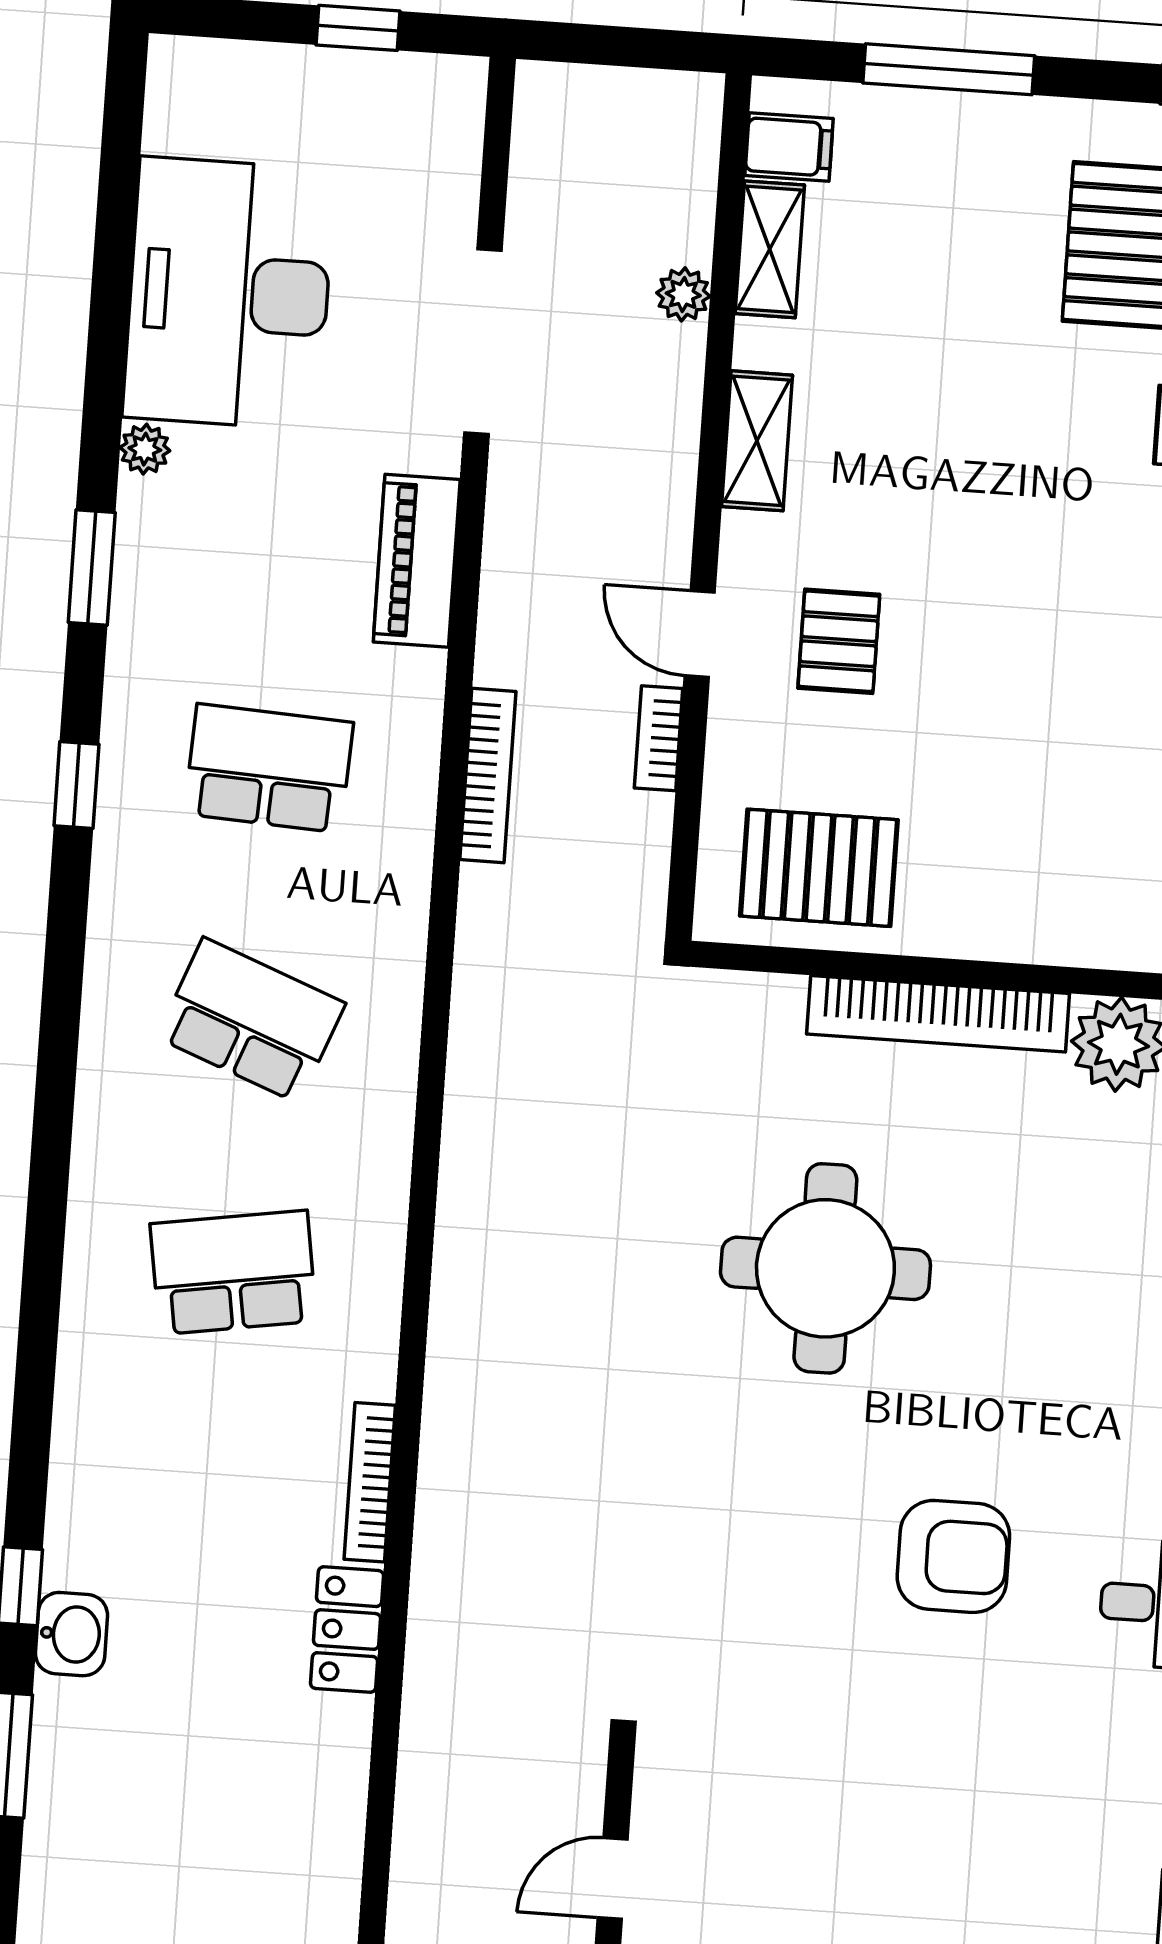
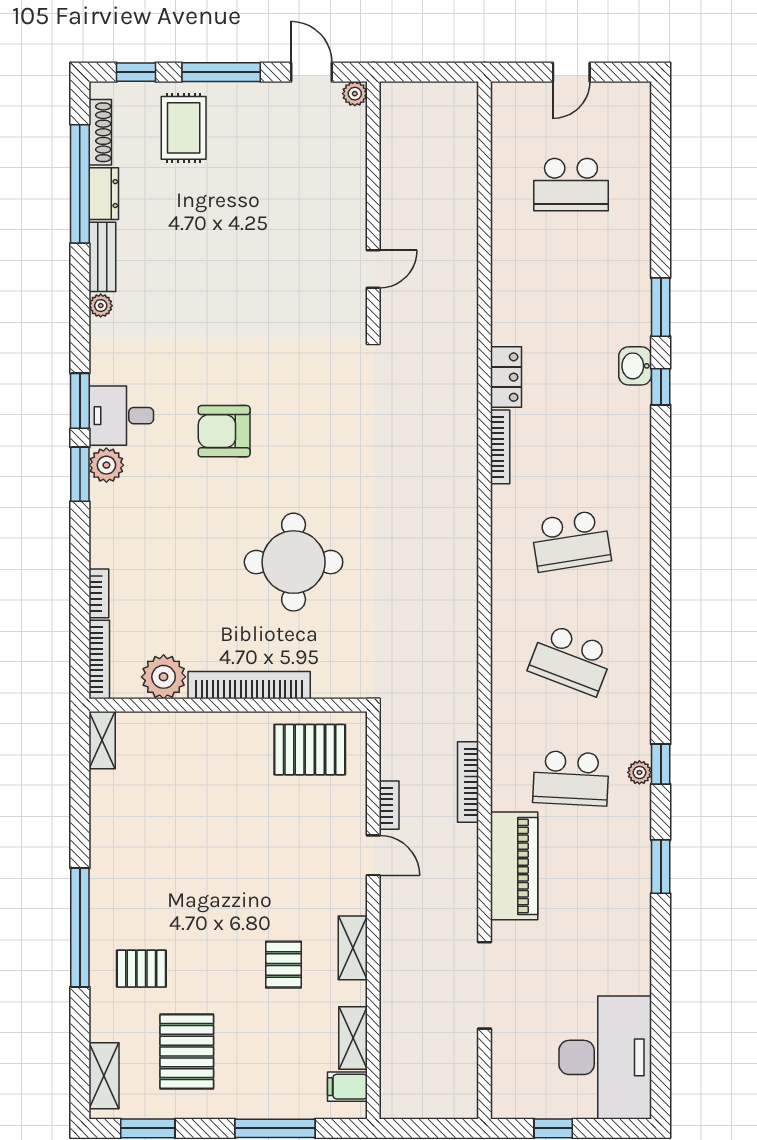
desk: (229, 293) -> (605, 1057), moved
plant: (683, 294) -> (392, 1014), removed
plant: (145, 449) -> (639, 772), moved
piano: (417, 561) -> (514, 866), width x1.37, depth x1.33
pallet: (839, 641) -> (284, 965), moved

